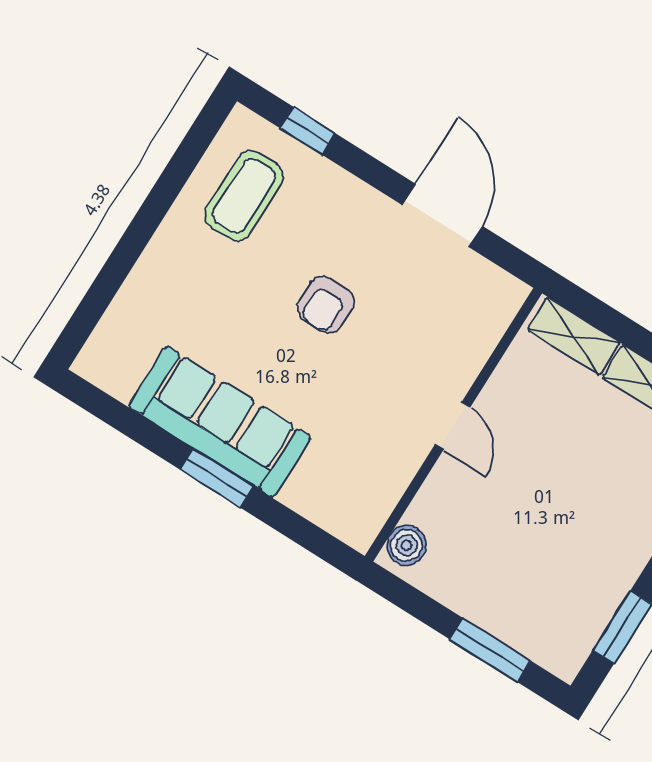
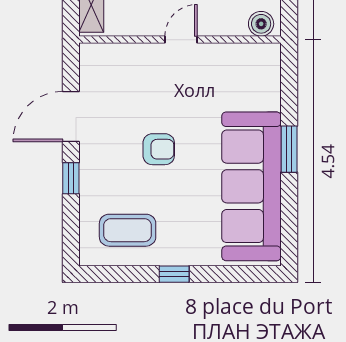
window: (308, 131) -> (71, 178), moved
window: (147, 221) -> (174, 274), added
sofa: (220, 422) -> (251, 186), width x1.36, depth x1.27

